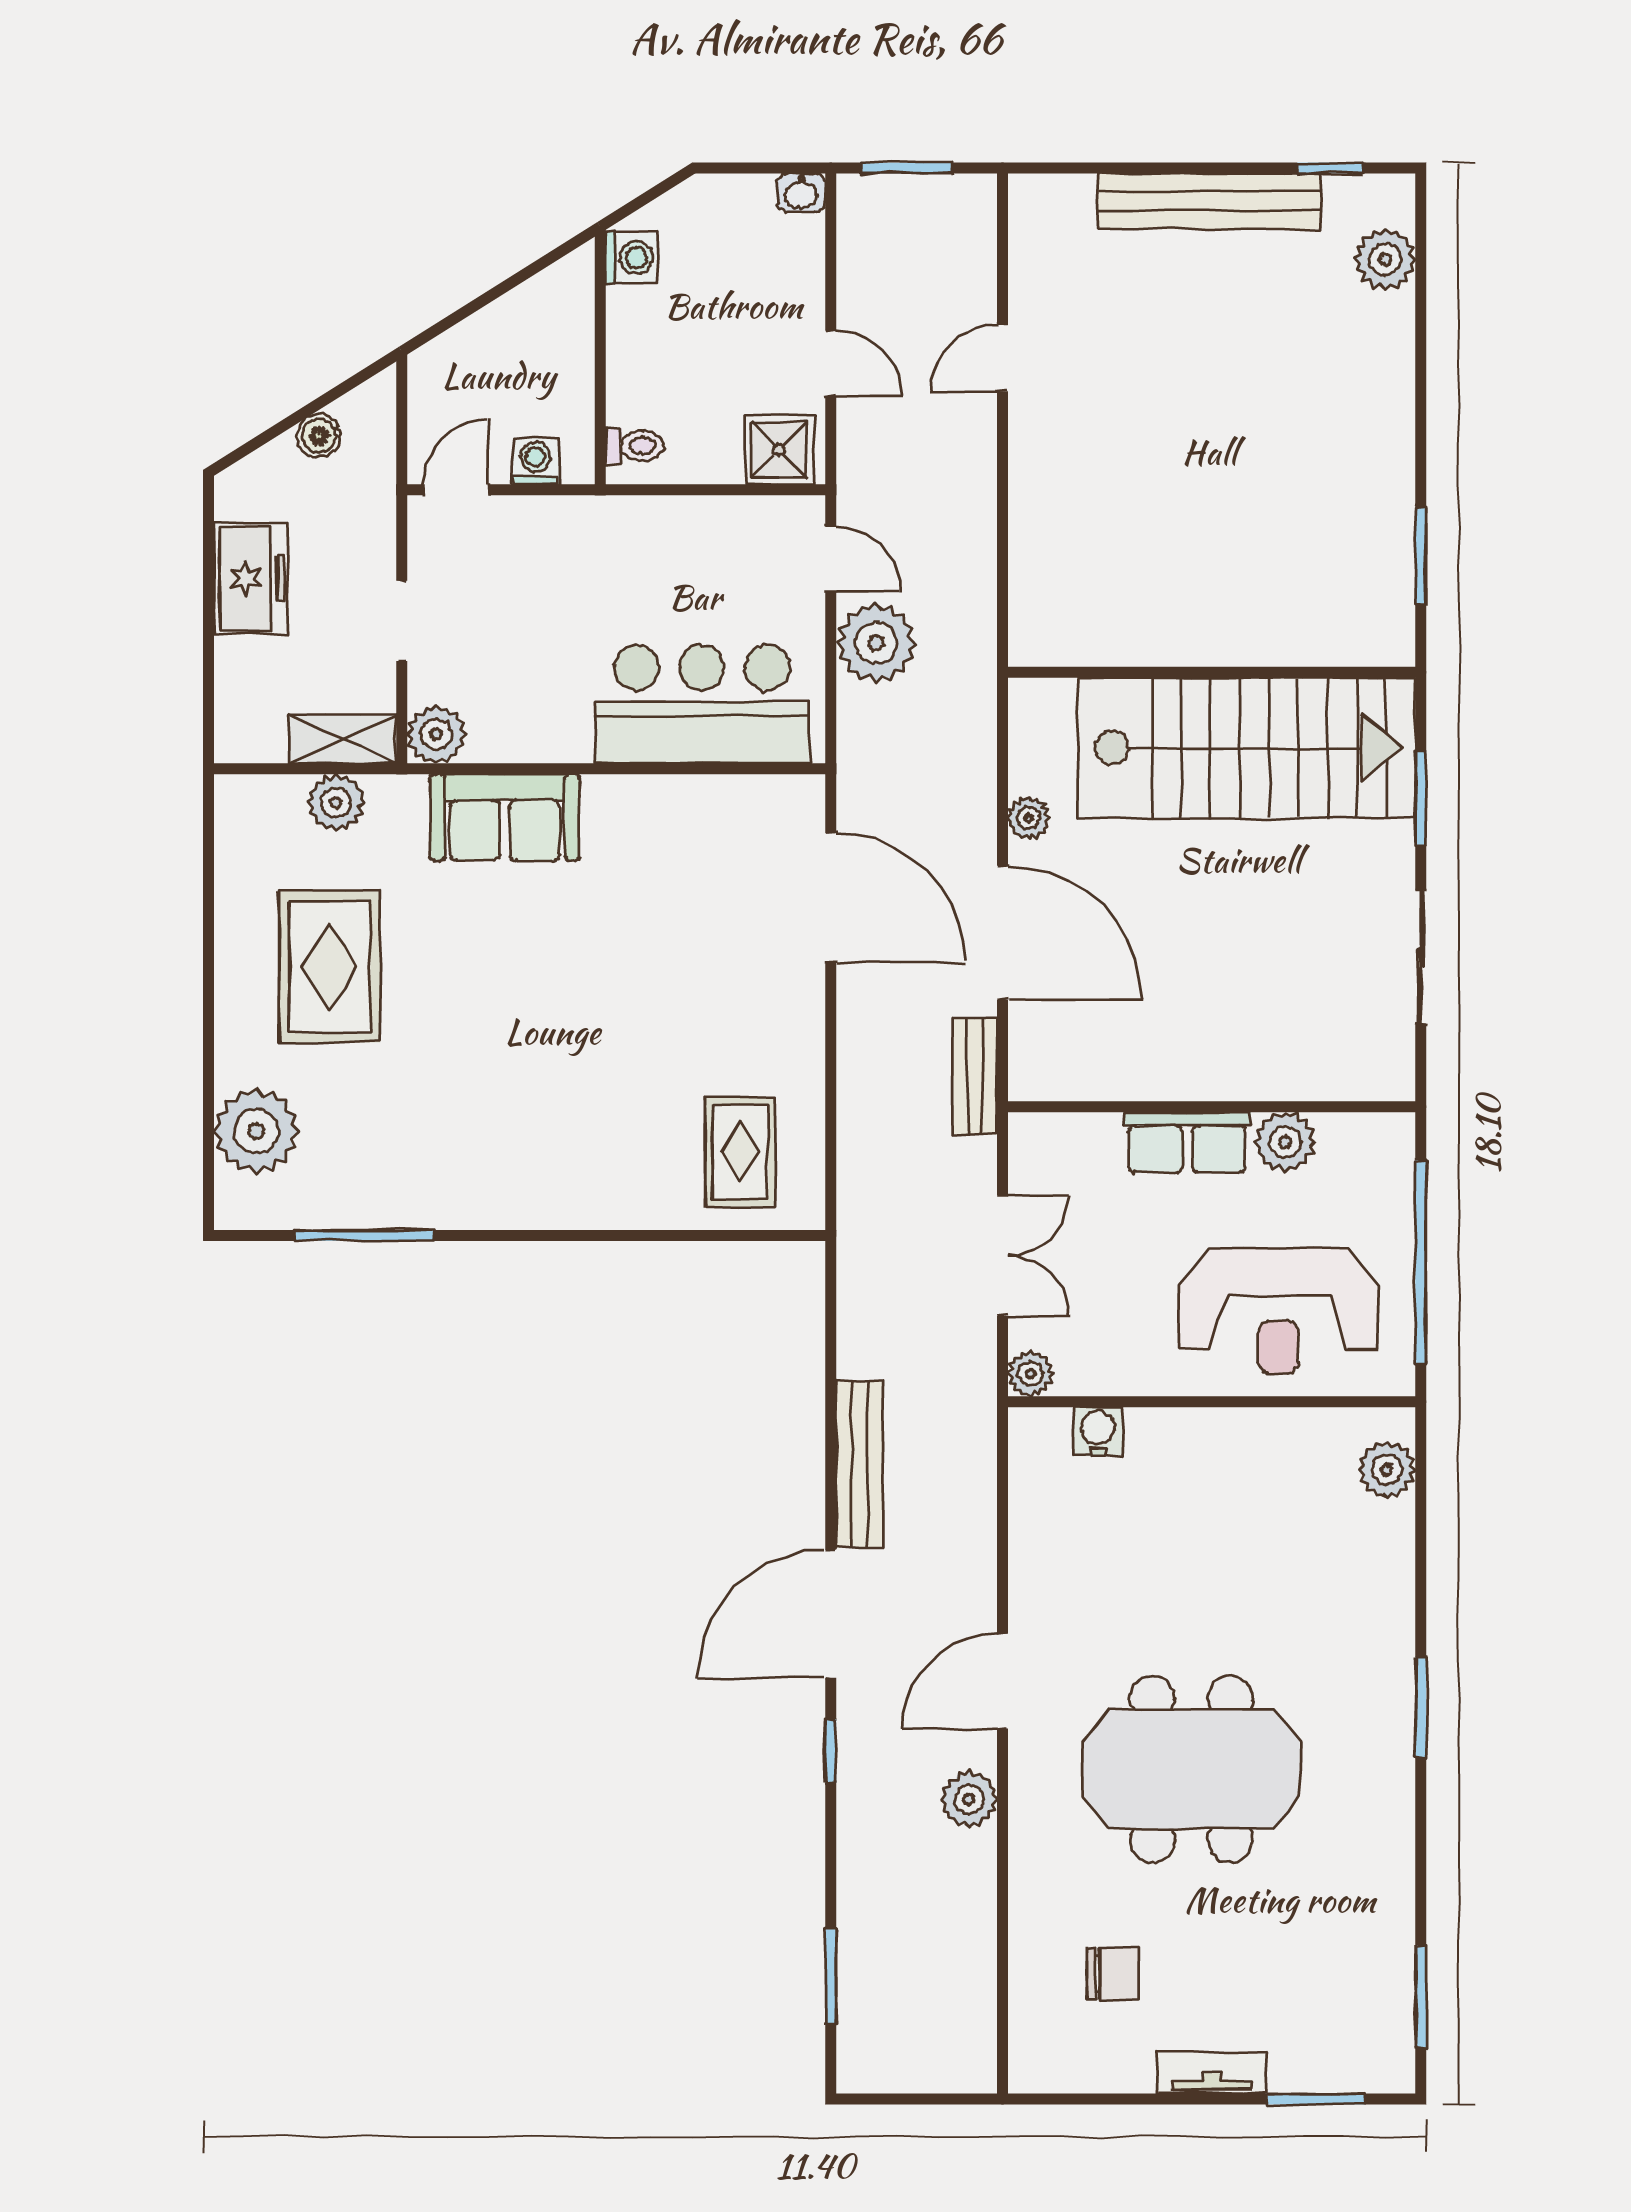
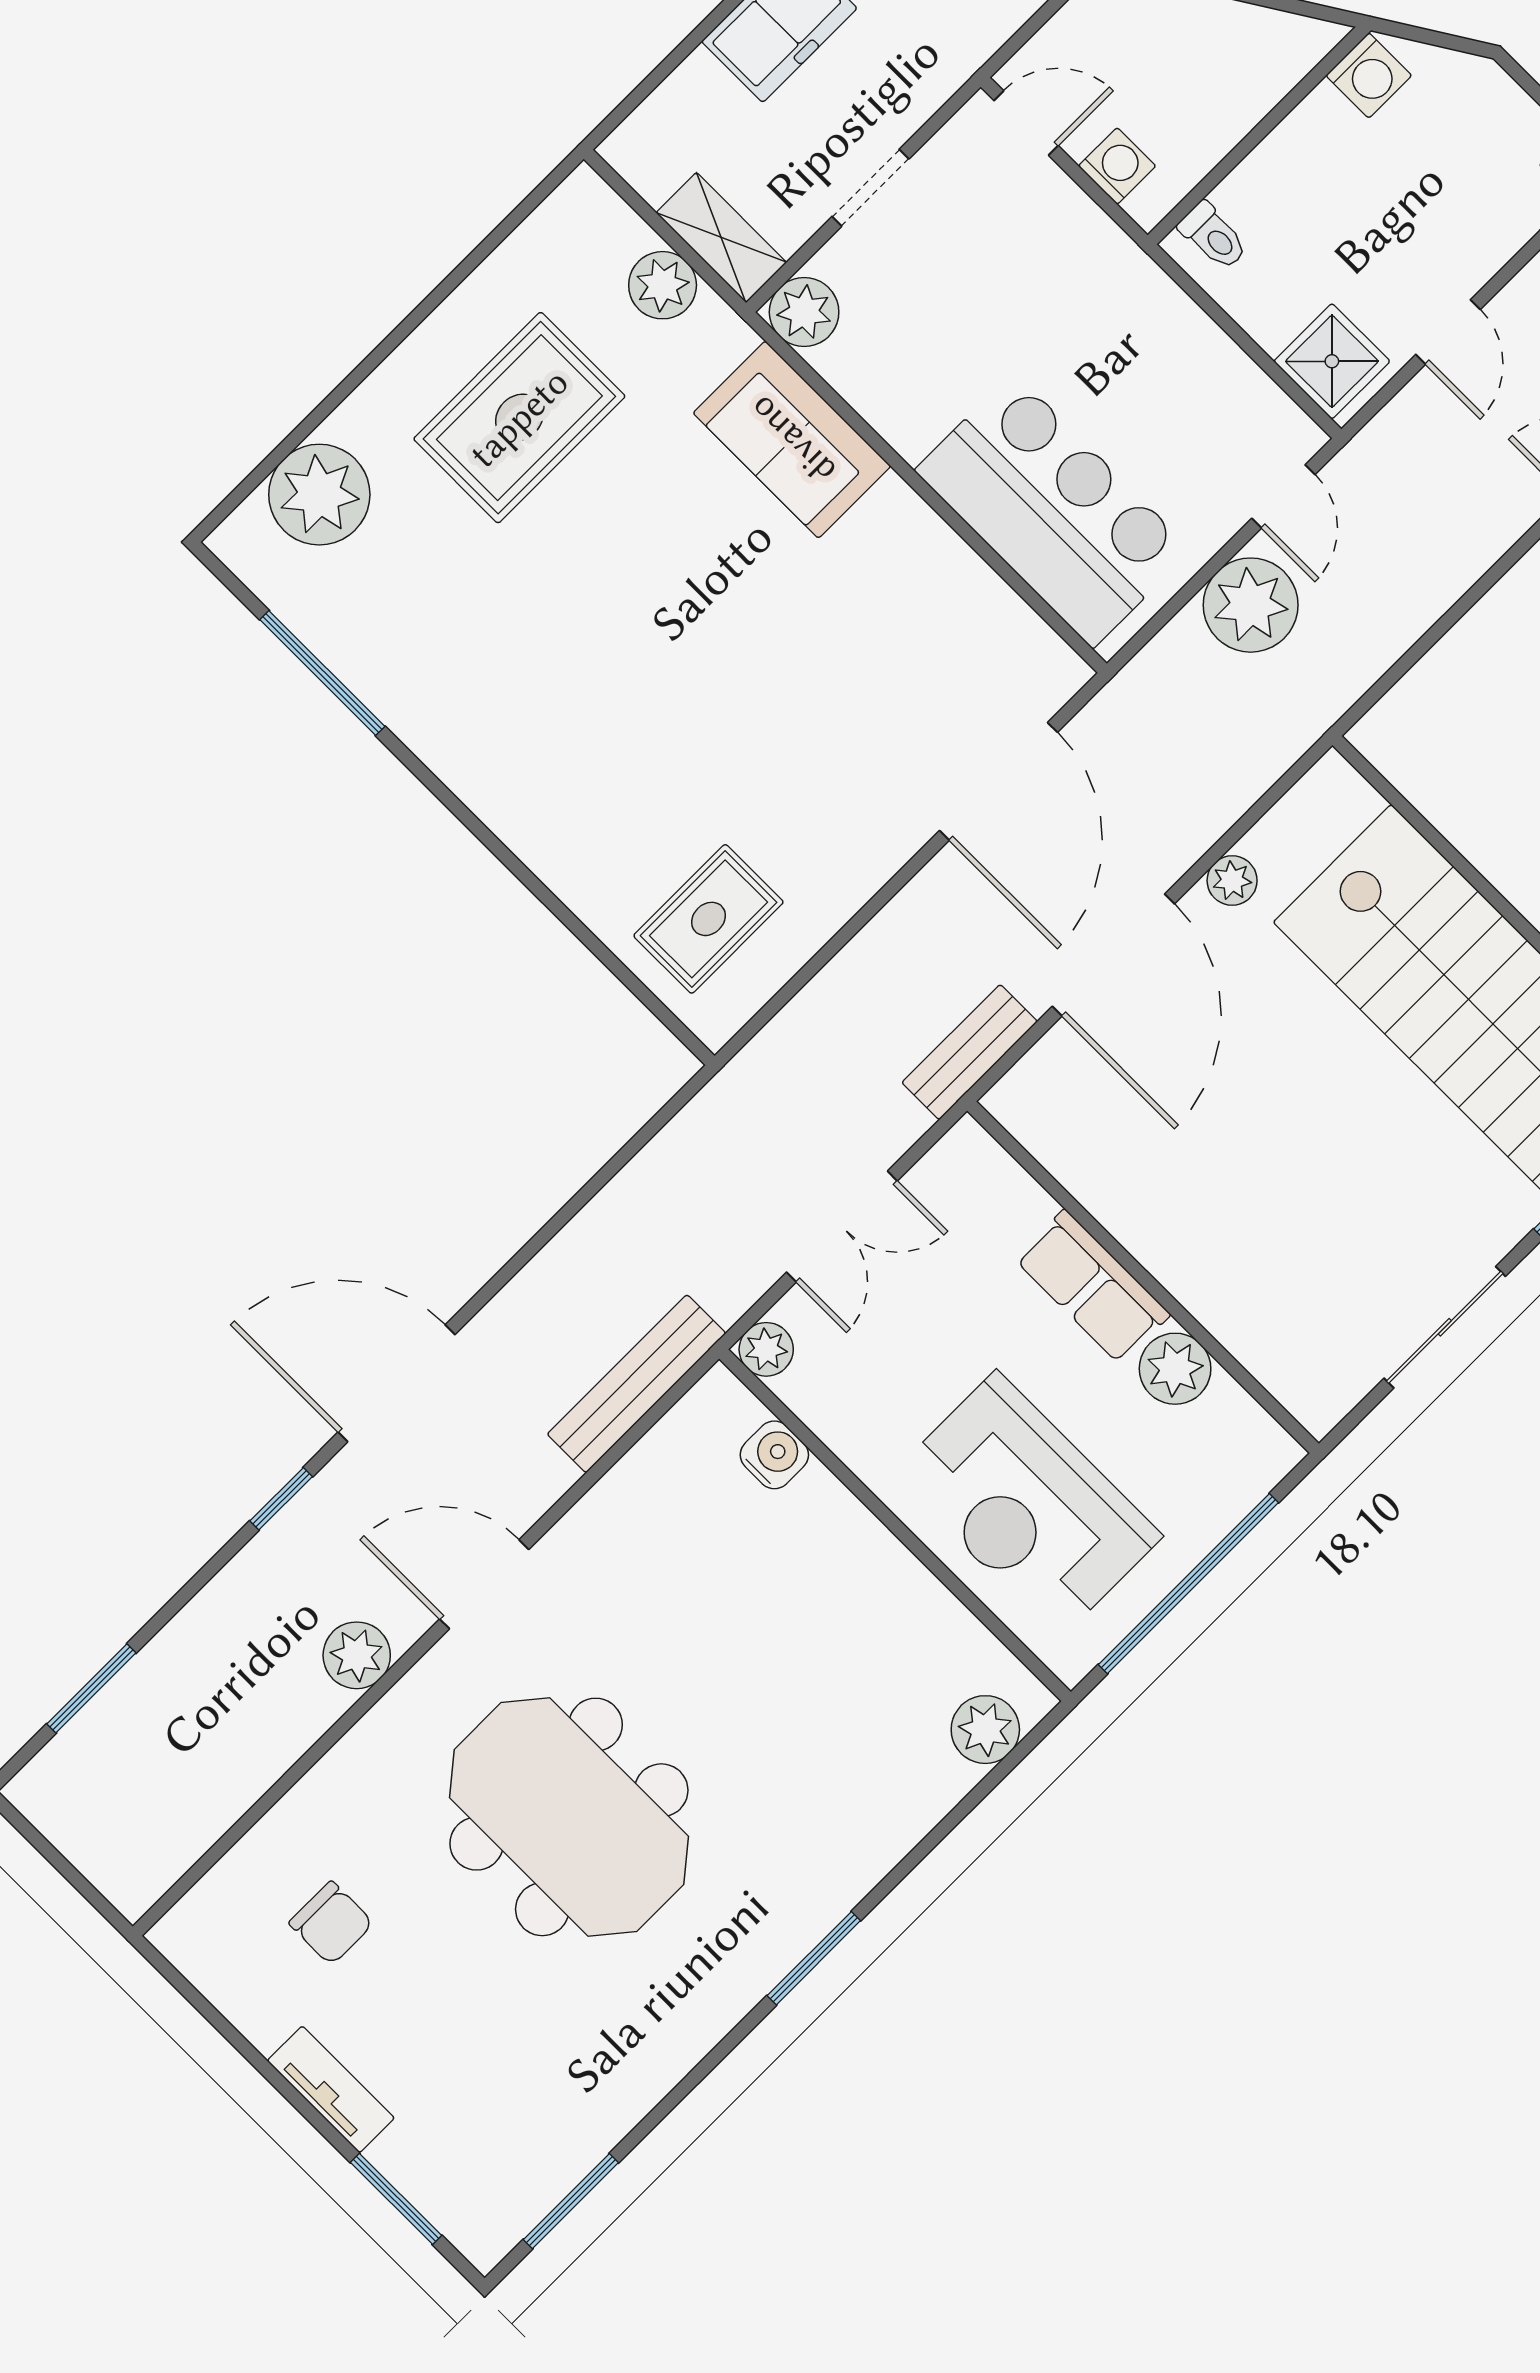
bench: (859, 1464) -> (637, 1384), moved

